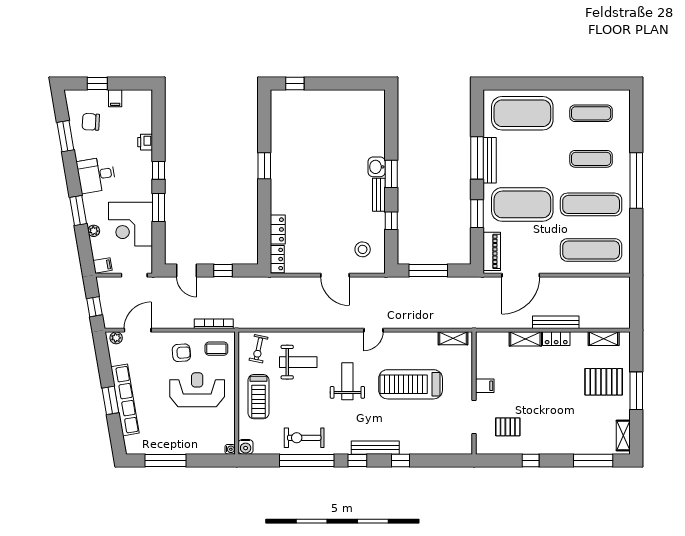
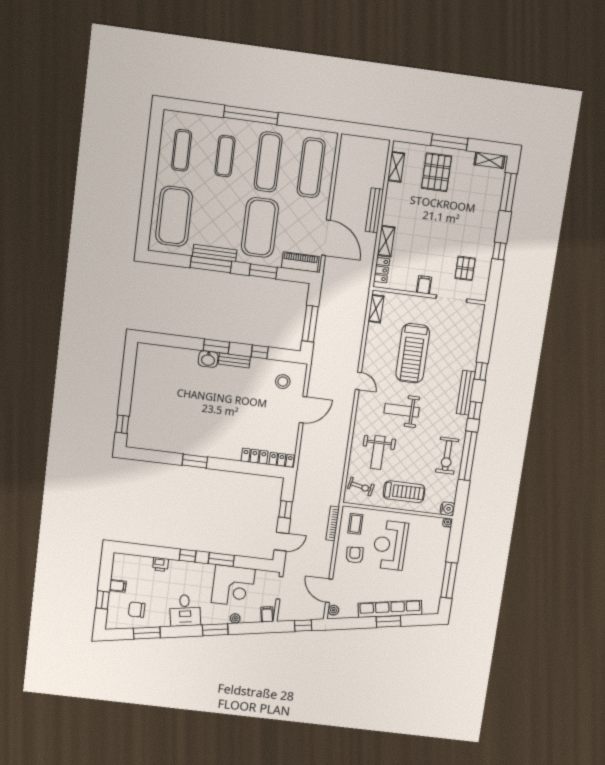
chair: (91, 122) -> (137, 610), turned 87
locker: (556, 339) -> (382, 270), moved
weight bench: (298, 362) -> (378, 453), turned 180

